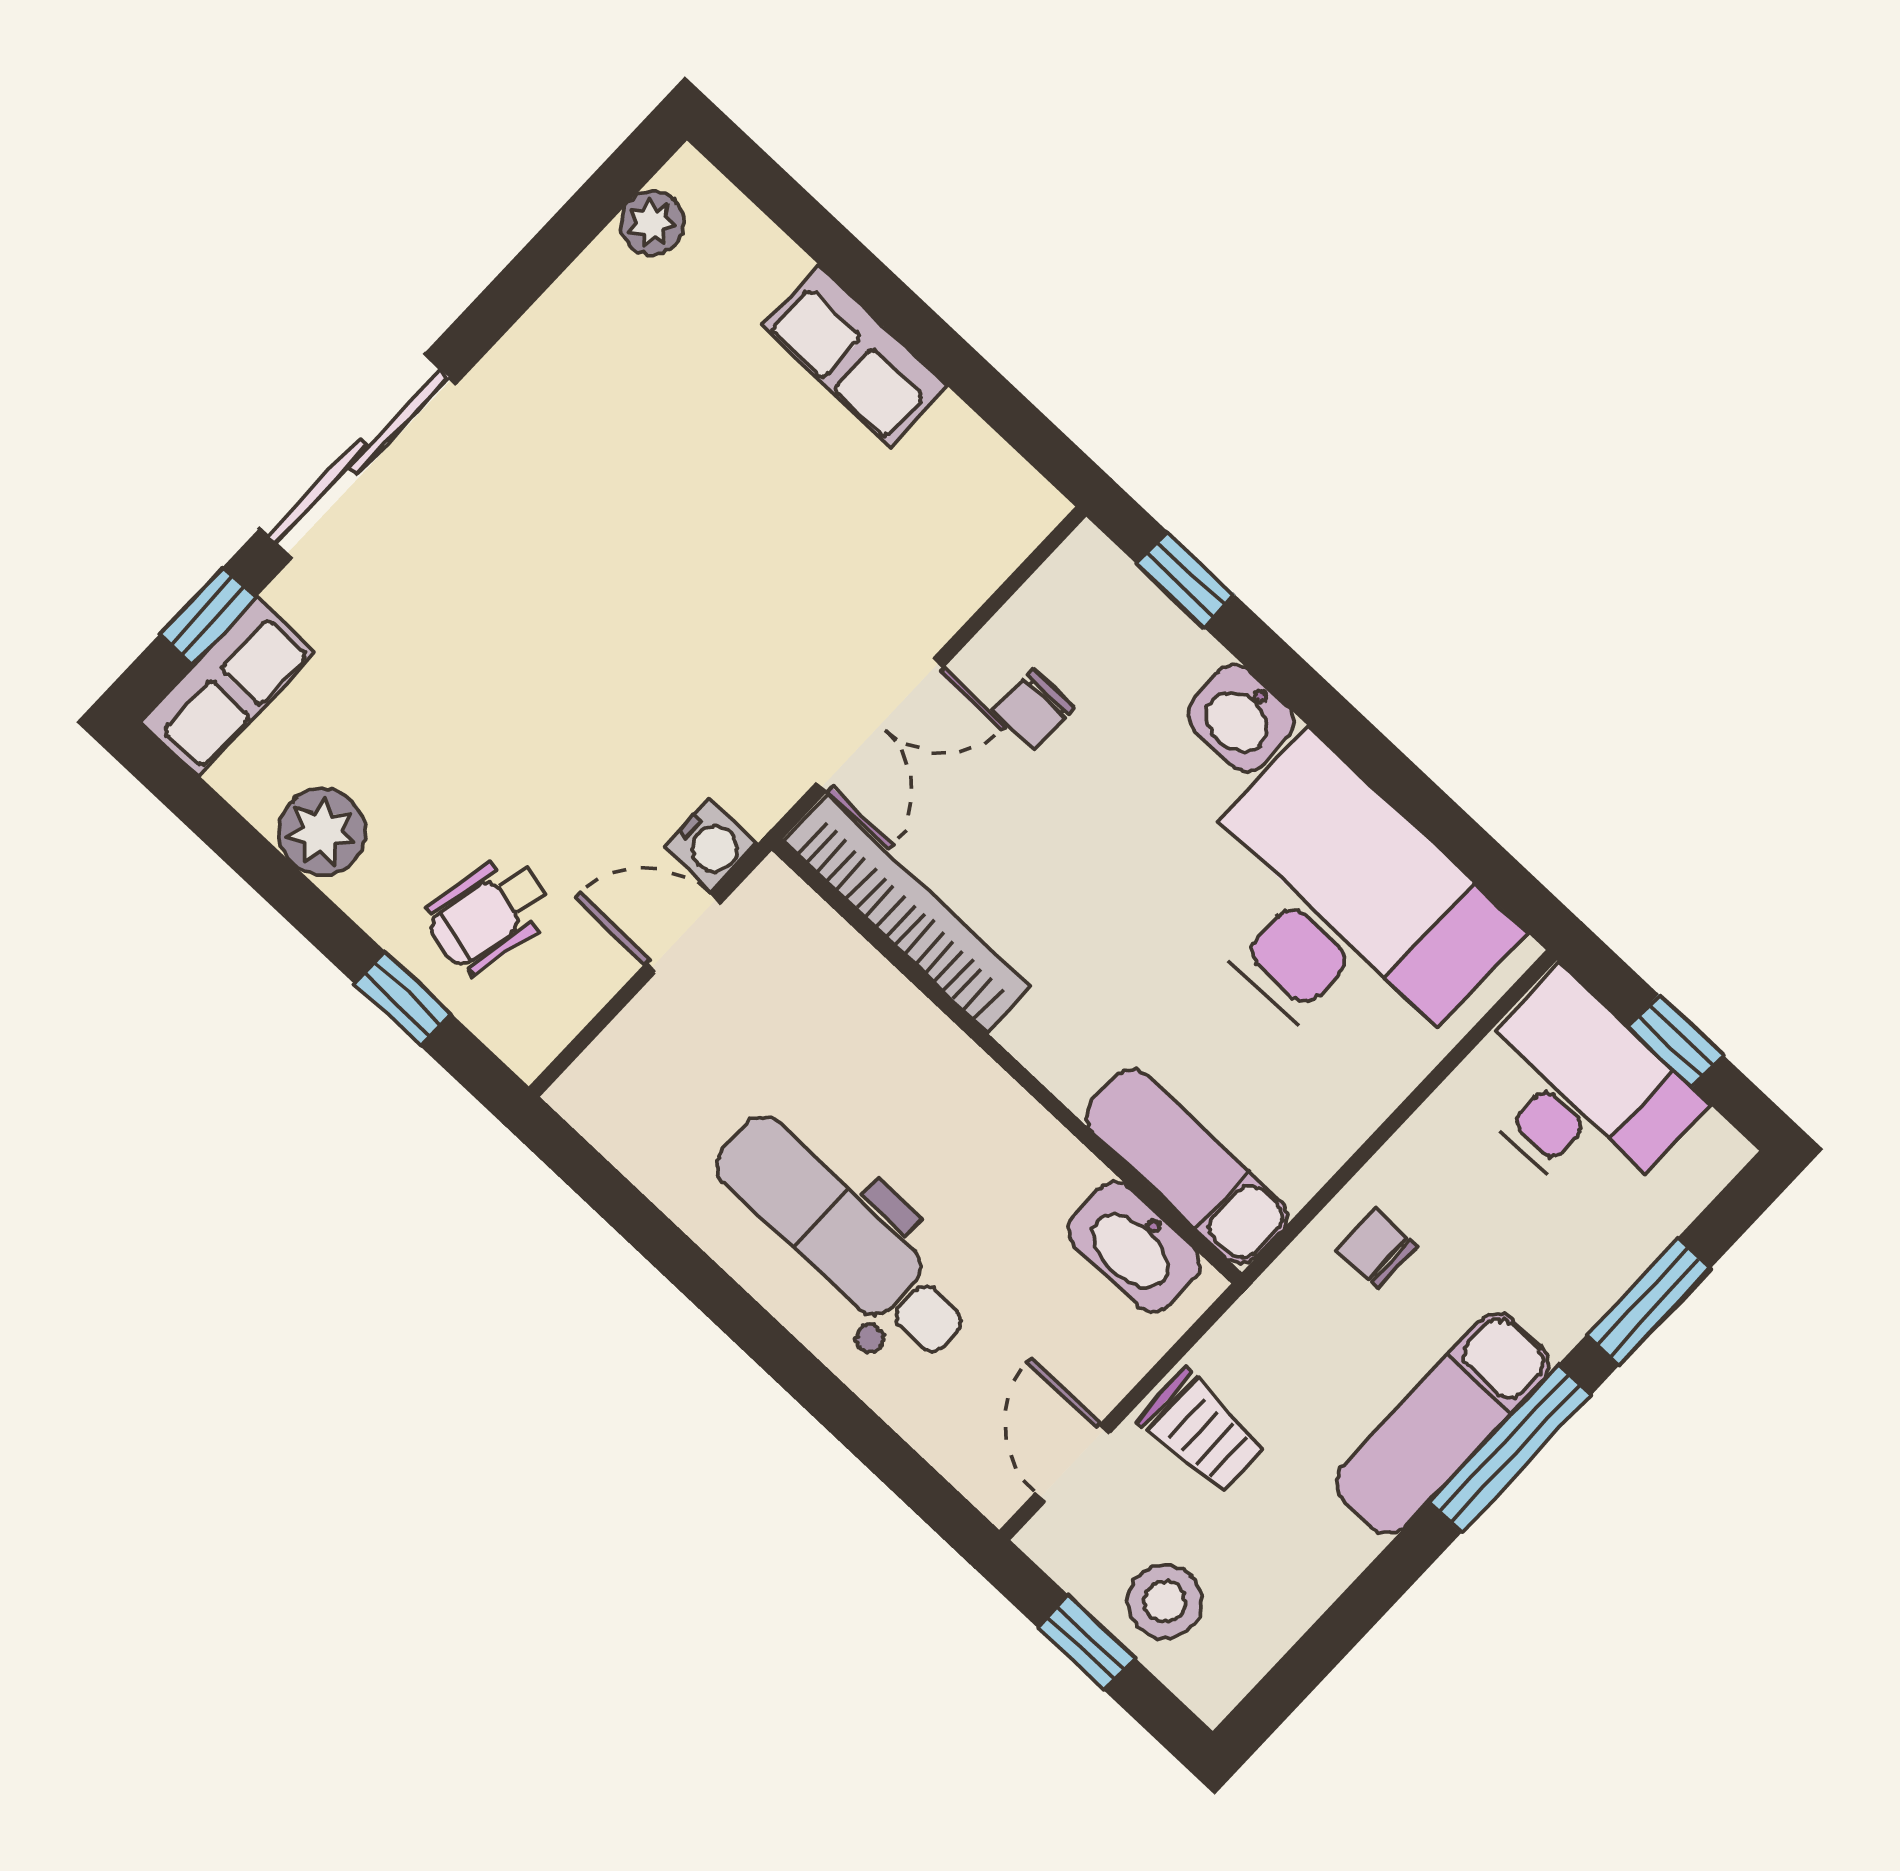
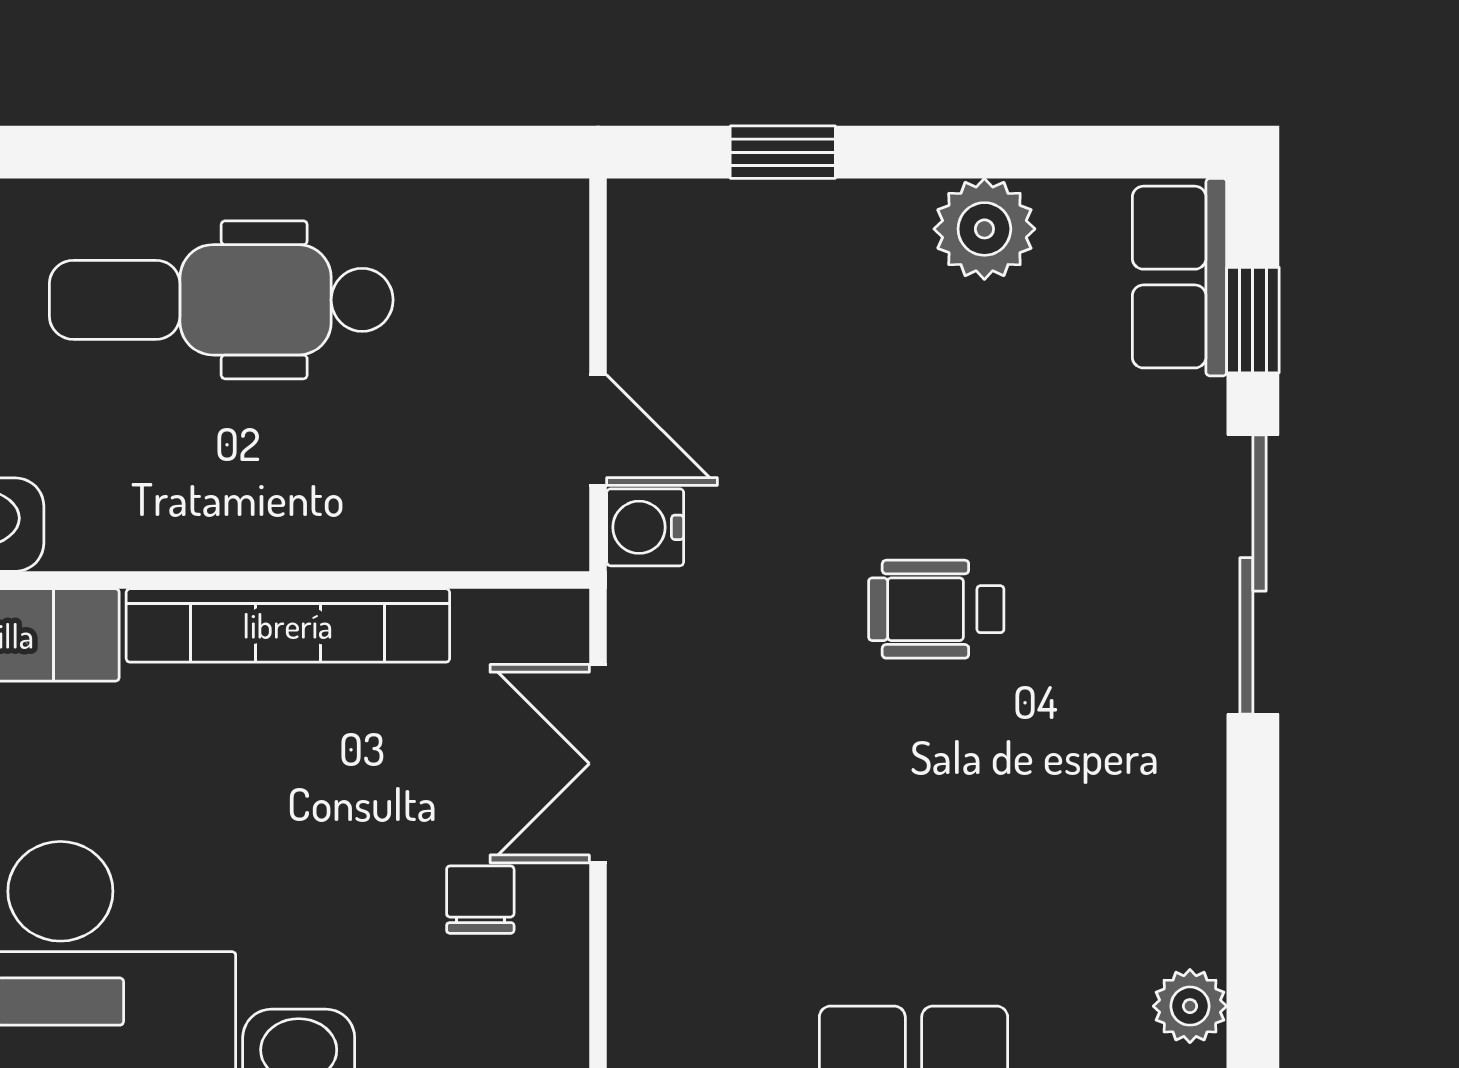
wheelchair: (489, 913) -> (936, 609), moved, turned -102
bookcase: (906, 913) -> (288, 625), moved
door: (683, 934) -> (598, 430), hinge flipped
dental chair: (842, 1238) -> (221, 300), turned 180

